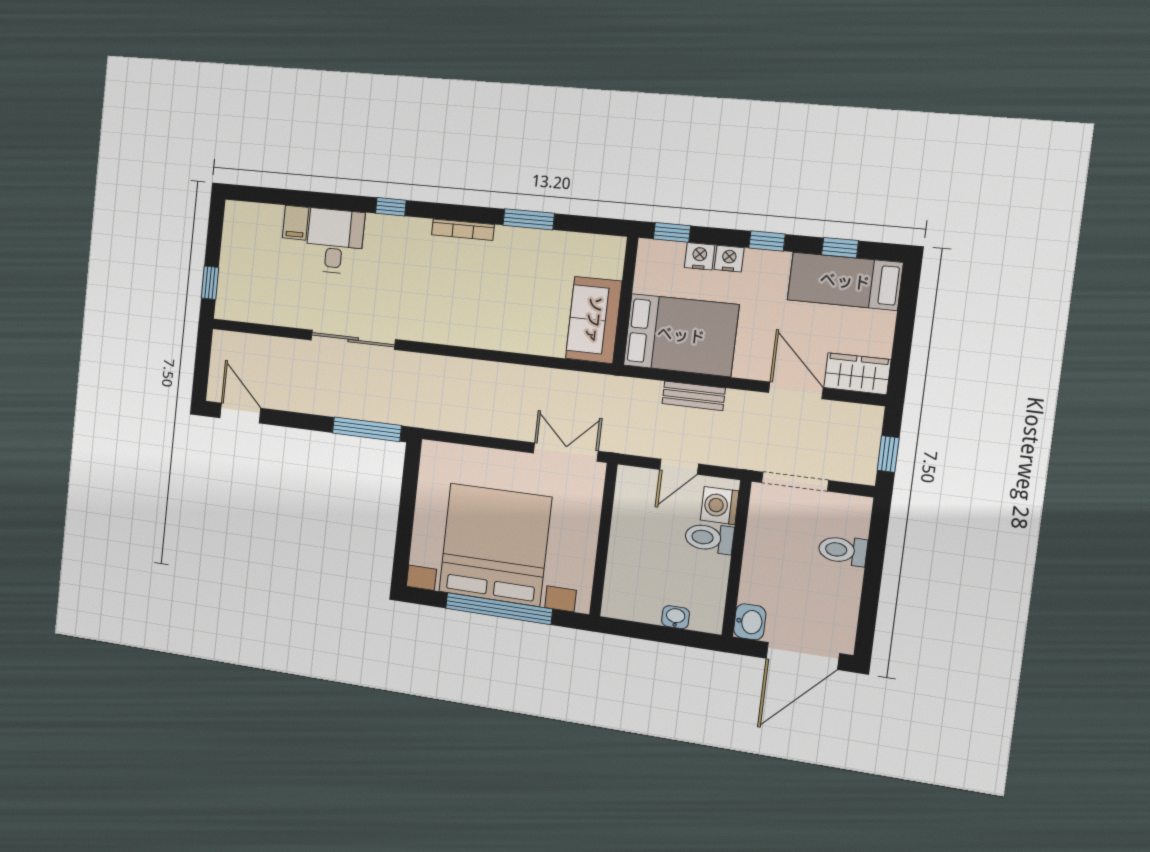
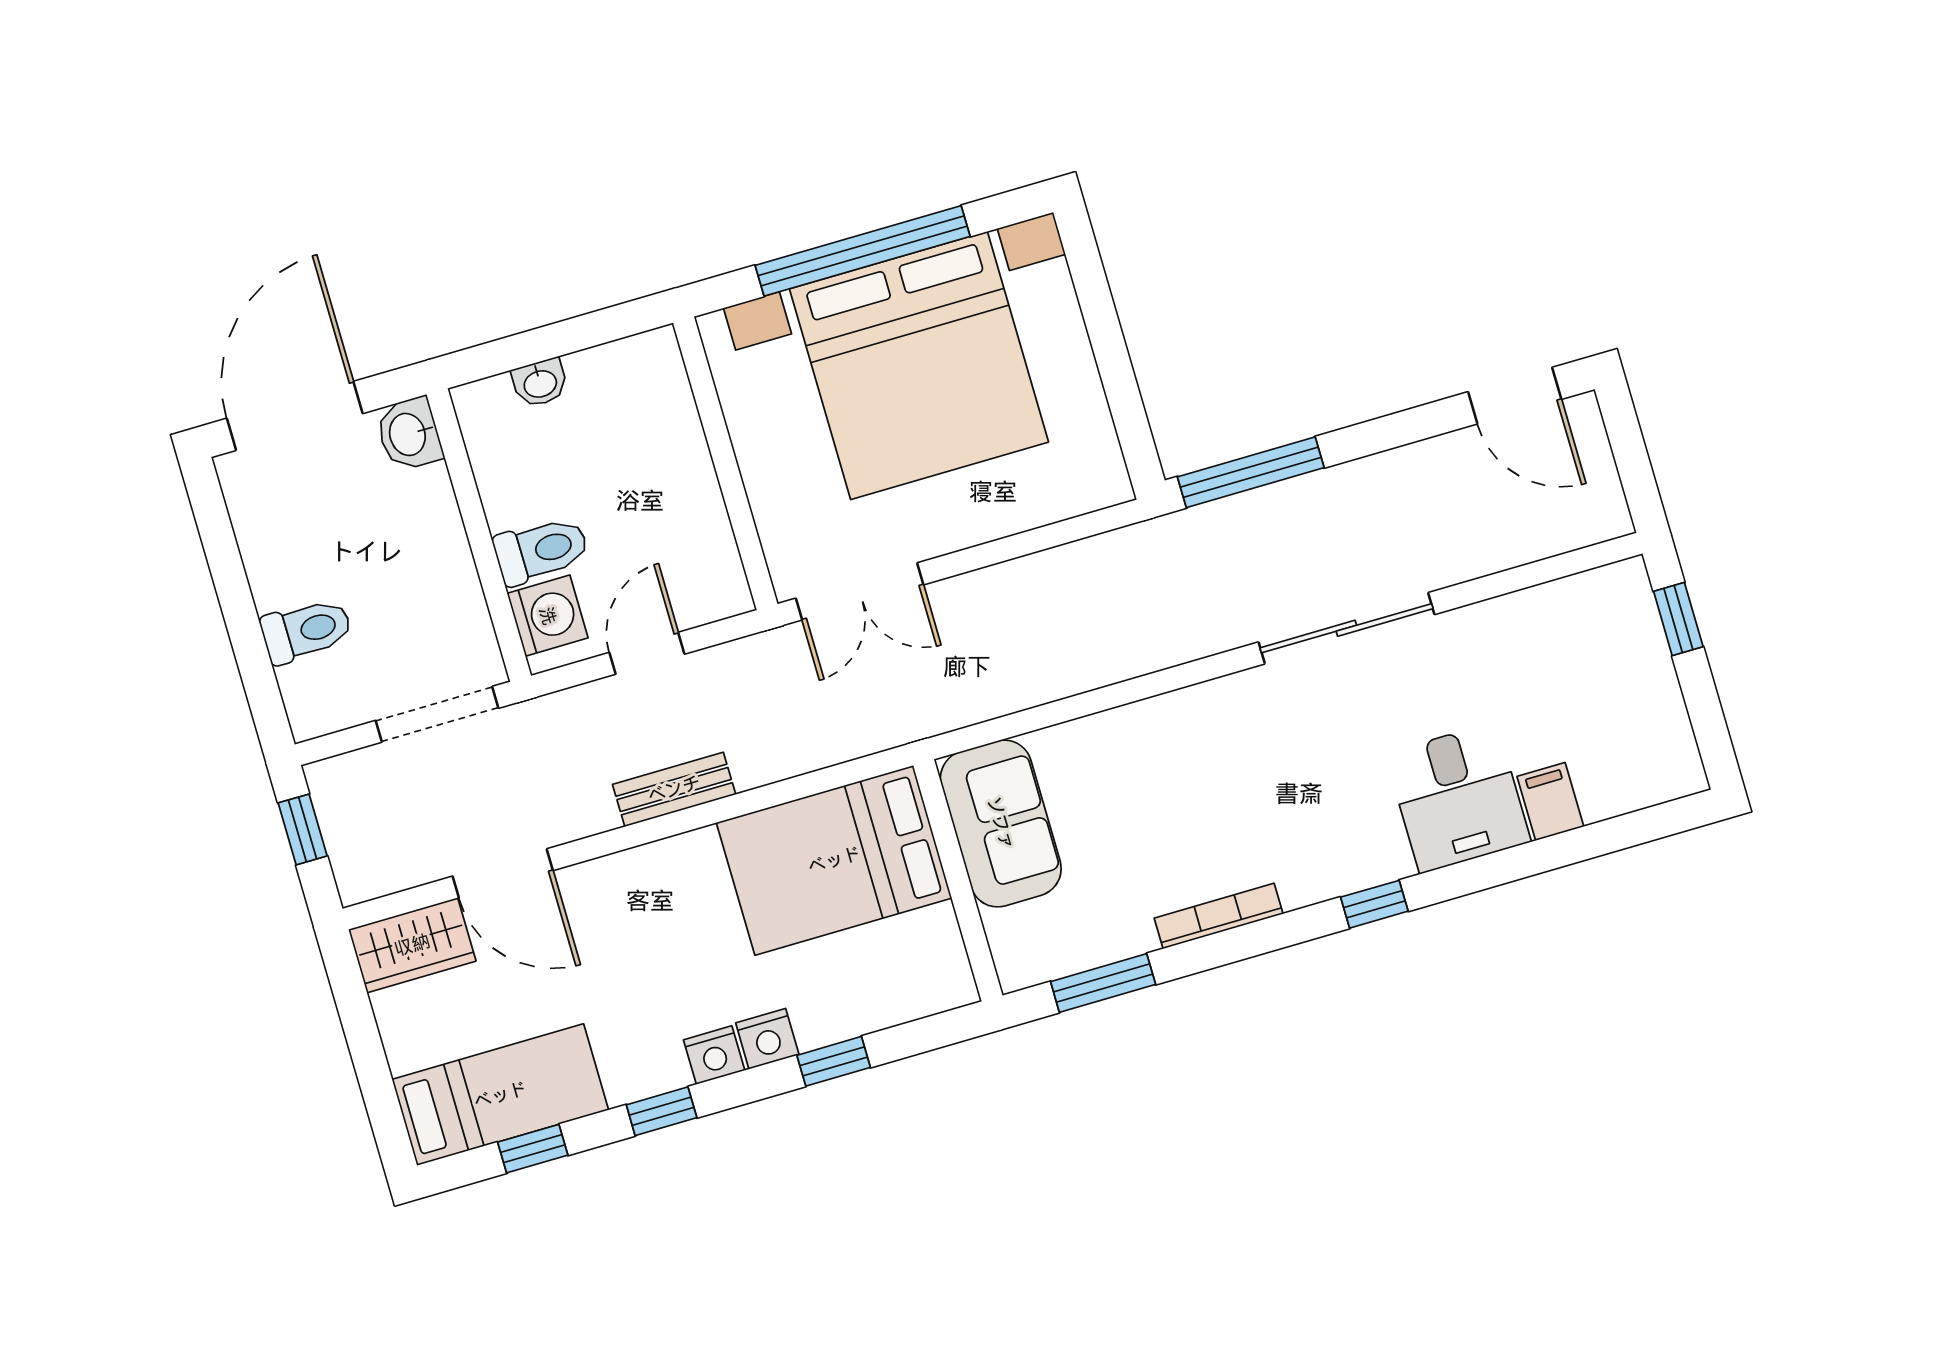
wall: (625, 301) -> (958, 880), moved
sofa: (594, 320) -> (1001, 823), moved
bed: (681, 335) -> (834, 860), moved

